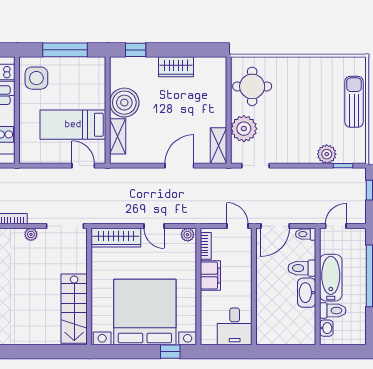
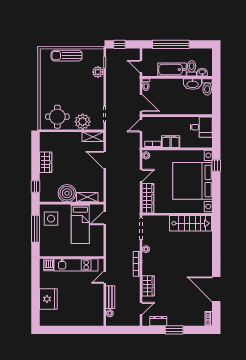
side table: (36, 78) -> (51, 219), moved
toilet: (302, 268) -> (207, 87), moved
washbasin: (307, 293) -> (193, 84), moved

